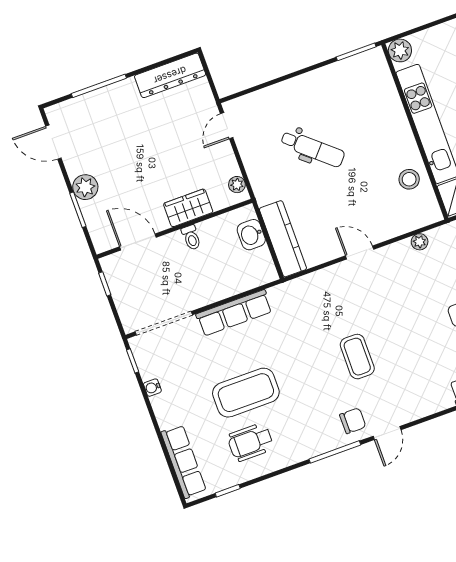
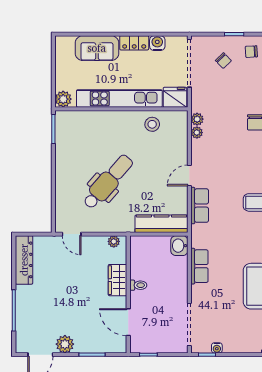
dental chair: (313, 149) -> (108, 182), width x1.36, depth x1.38
plant: (85, 187) -> (65, 344), moved
washbasin: (251, 235) -> (179, 246), moved, turned 90
plant: (437, 236) -> (197, 119), added
door: (138, 242) -> (128, 322), hinge flipped
row of seats: (325, 280) -> (200, 206), added
row of seats: (234, 313) -> (199, 266), width x0.68
water cooler: (152, 388) -> (217, 348), moved

